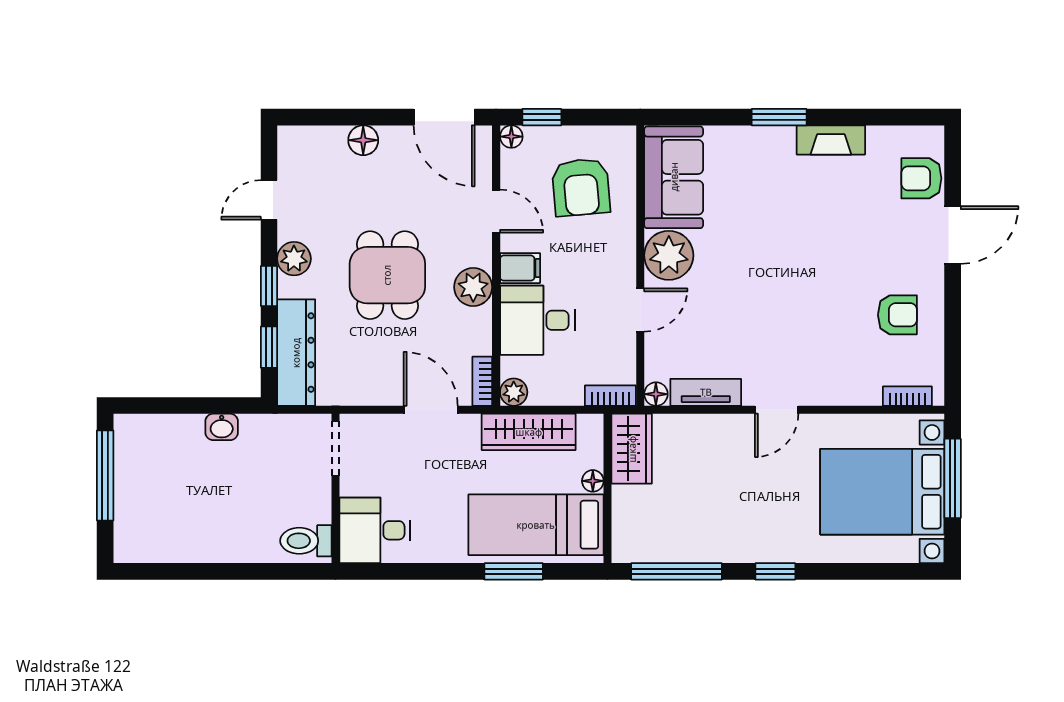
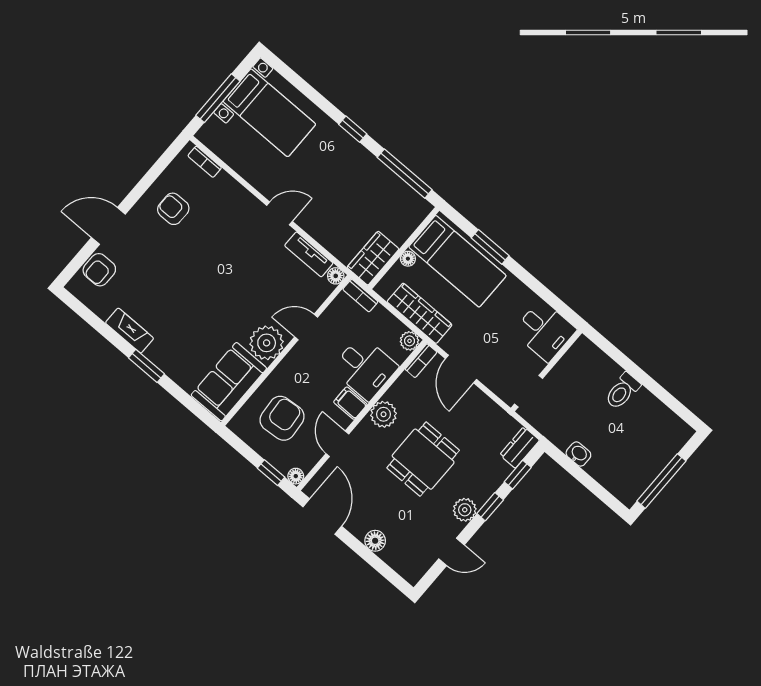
armchair: (921, 178) -> (99, 270), turned 90
dresser: (296, 353) -> (520, 447), width x0.51, depth x0.80
bed with nightstands: (882, 492) -> (269, 113), width x0.73
toilet: (306, 541) -> (622, 391), moved, turned 90

